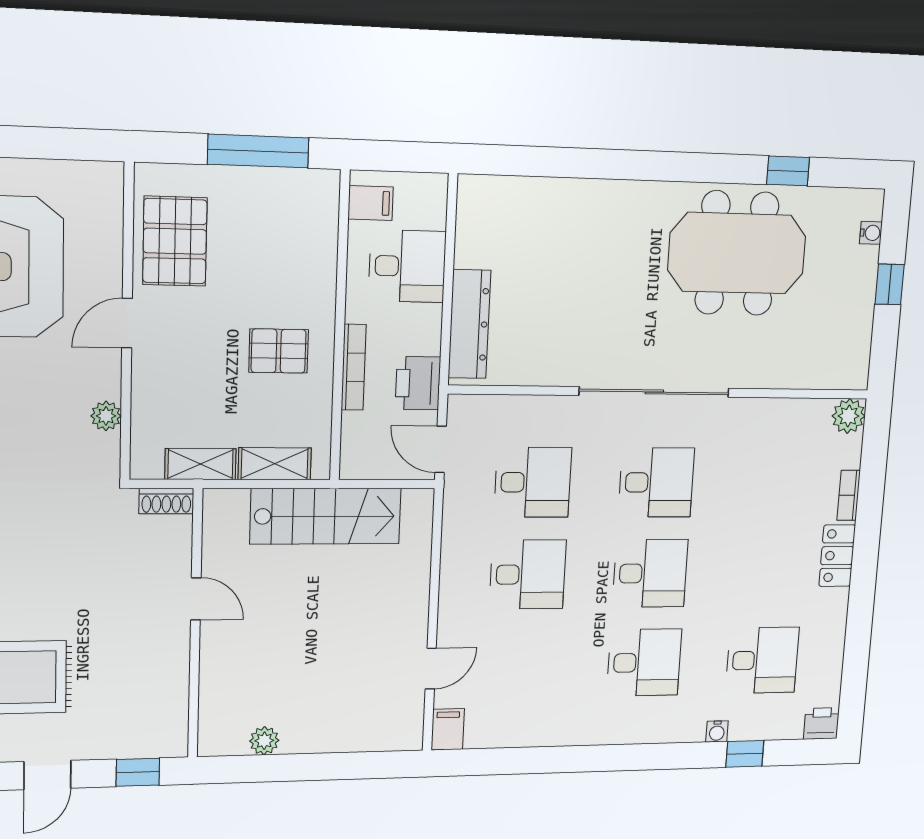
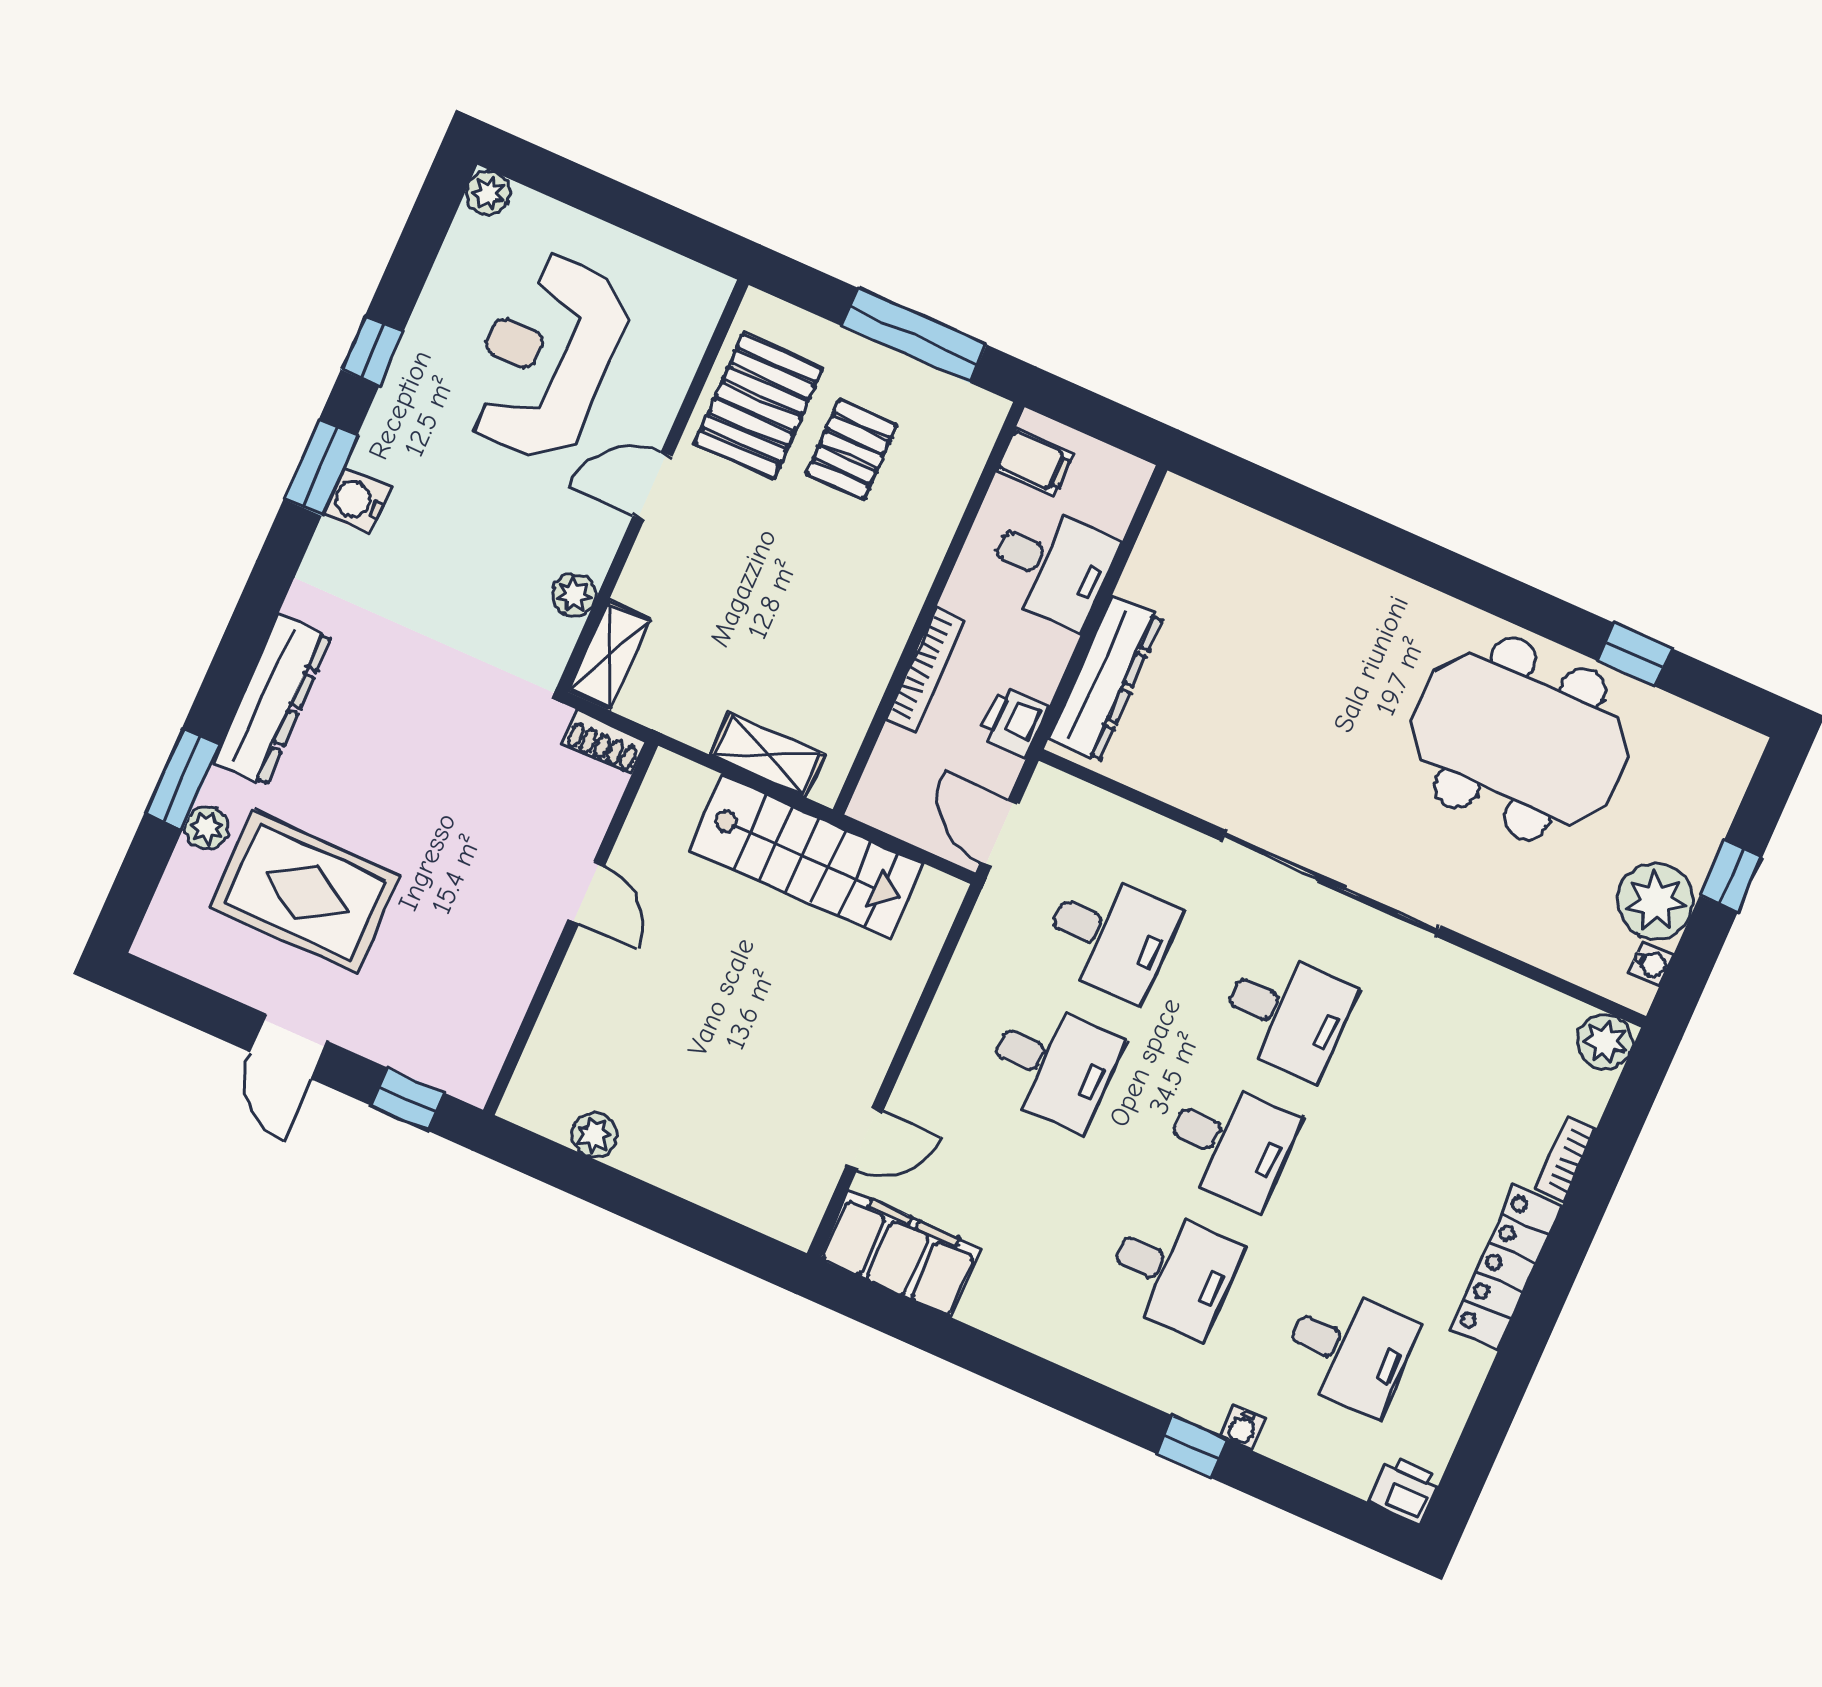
water cooler: (871, 233) -> (1651, 963), moved
plant: (851, 319) -> (1656, 901), added
pallet: (279, 351) -> (852, 450), moved, turned 90
printer: (418, 383) -> (1014, 722), width x0.73, depth x0.81
shelving: (201, 464) -> (609, 655), moved, turned 90
locker: (837, 556) -> (1506, 1267), width x1.53
filing cabinet: (448, 729) -> (900, 1253), width x3.00, depth x1.17
window: (745, 754) -> (1192, 1447), moved
door: (47, 775) -> (288, 1046), hinge flipped

